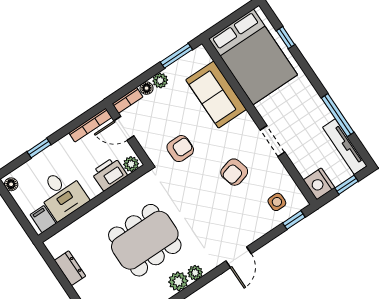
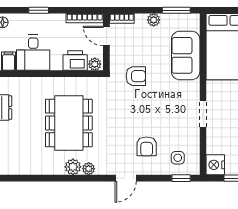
floor lamp: (147, 88) -> (141, 19), removed
armchair: (234, 172) -> (147, 146), moved, turned -75
dining table: (145, 240) -> (69, 123), turned 90

